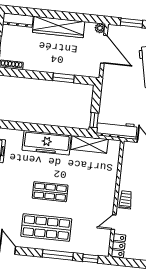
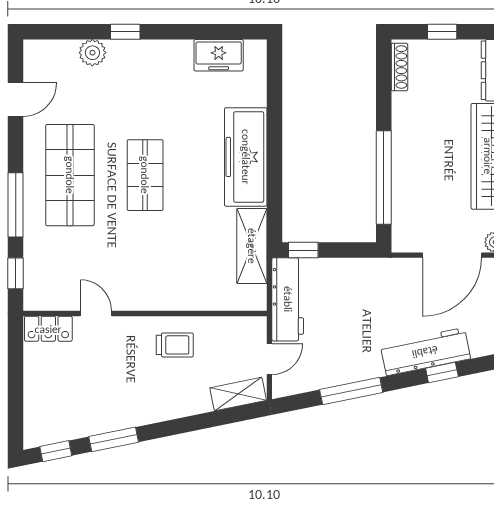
window: (63, 78) -> (384, 178), width x2.11
trolley: (126, 200) -> (175, 345), moved

